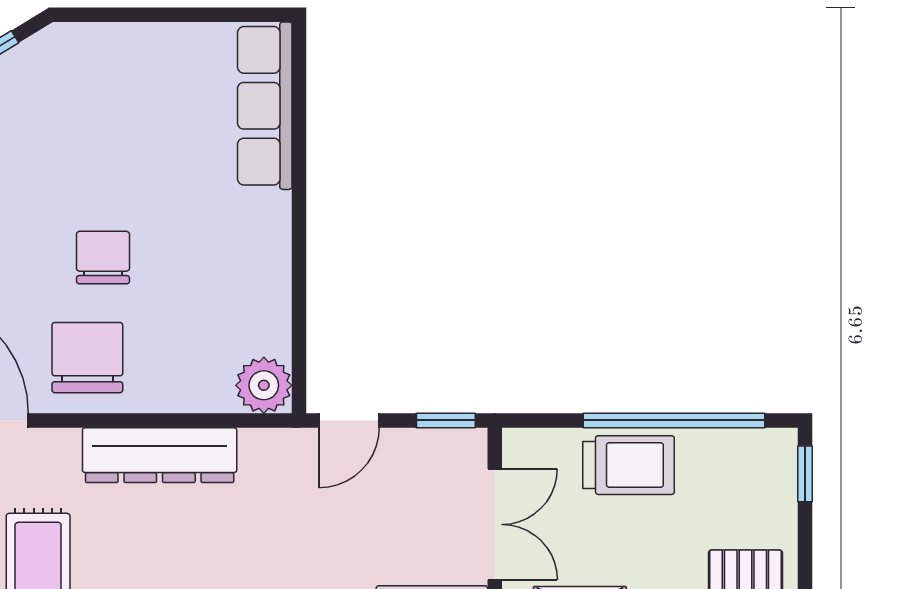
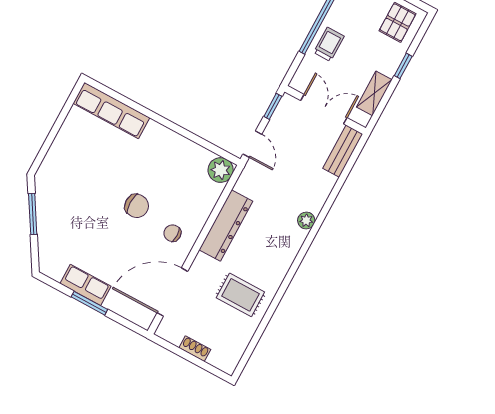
chair: (103, 258) -> (137, 206), turned 180
chair: (87, 358) -> (172, 233), width x0.54, depth x0.54
trolley: (629, 465) -> (329, 44), width x0.73, depth x0.72

